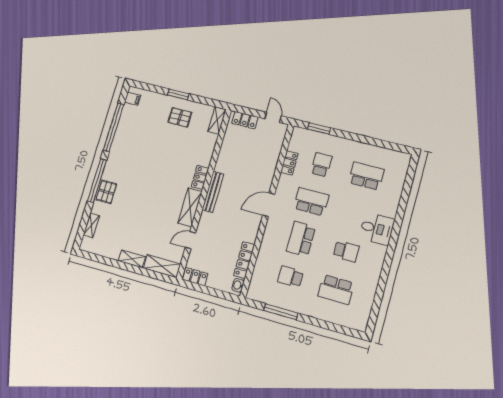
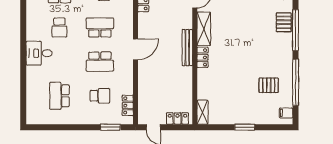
pallet: (180, 117) -> (269, 85), moved
locker: (289, 163) -> (128, 105), moved
school desk: (321, 165) -> (100, 96), turned -90
school desk: (366, 176) -> (59, 96), turned 90
school desk: (301, 239) -> (100, 27), turned -90
school desk: (346, 251) -> (59, 27), turned -90

